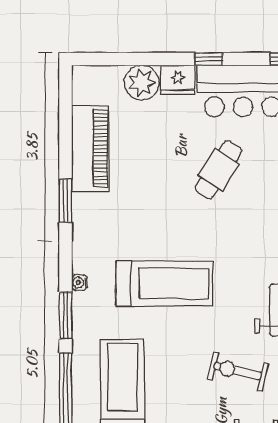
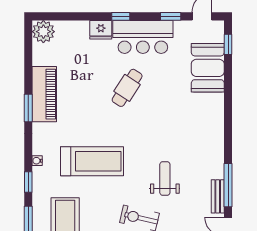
plant: (142, 83) -> (43, 32), moved
piano: (90, 149) -> (44, 94), moved
window: (66, 315) -> (28, 182), width x0.67

